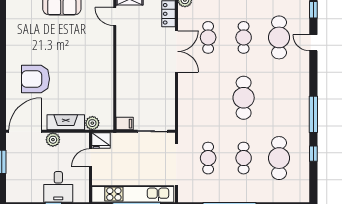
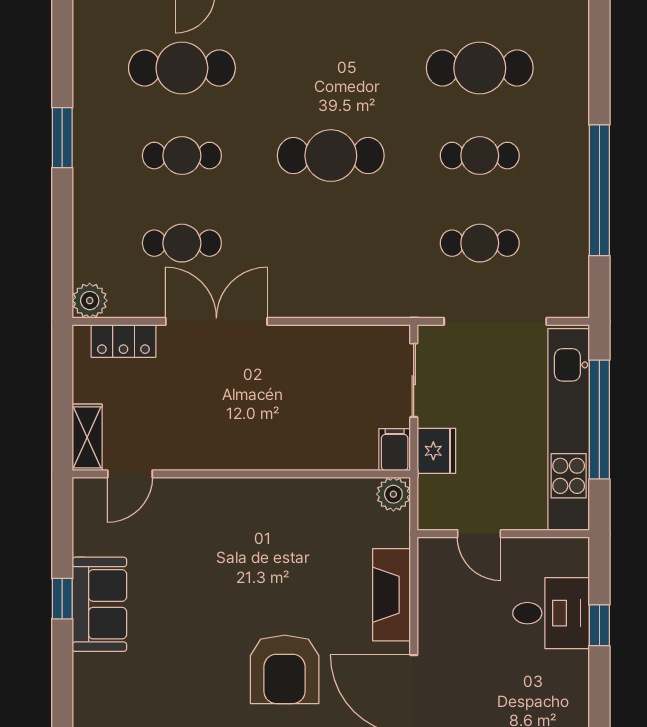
plant: (92, 123) -> (393, 494), moved
plant: (53, 140) -> (434, 626), removed
fridge: (101, 140) -> (436, 451), moved

